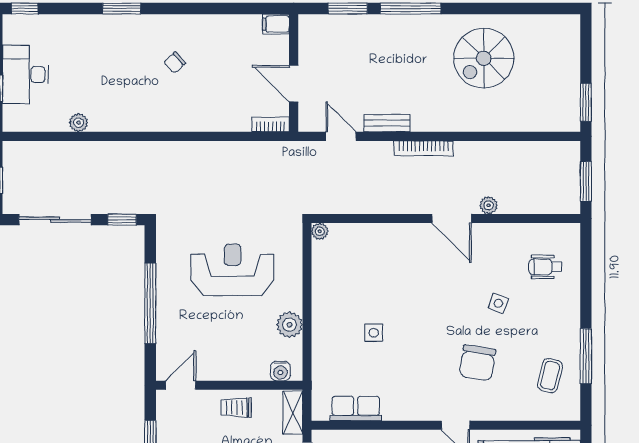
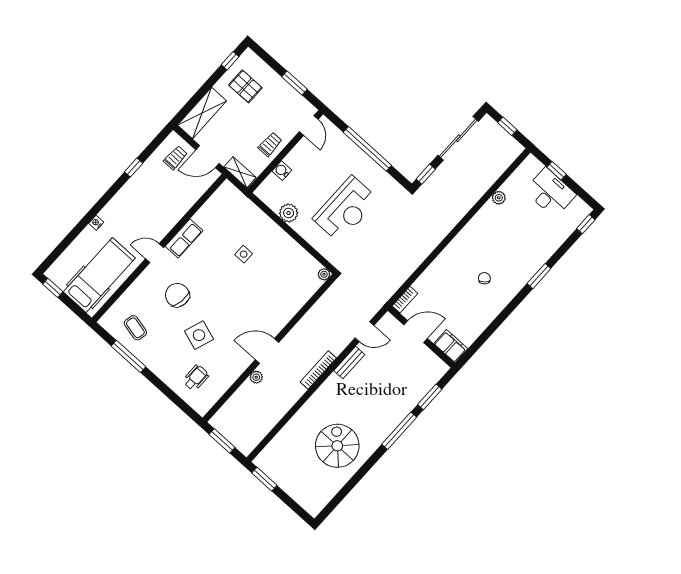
filing cabinet: (276, 24) -> (451, 346), width x2.00
side table: (498, 303) -> (199, 335), width x1.87, depth x1.87
water cooler: (280, 371) -> (282, 171), moved
row of seats: (356, 408) -> (184, 239), moved

